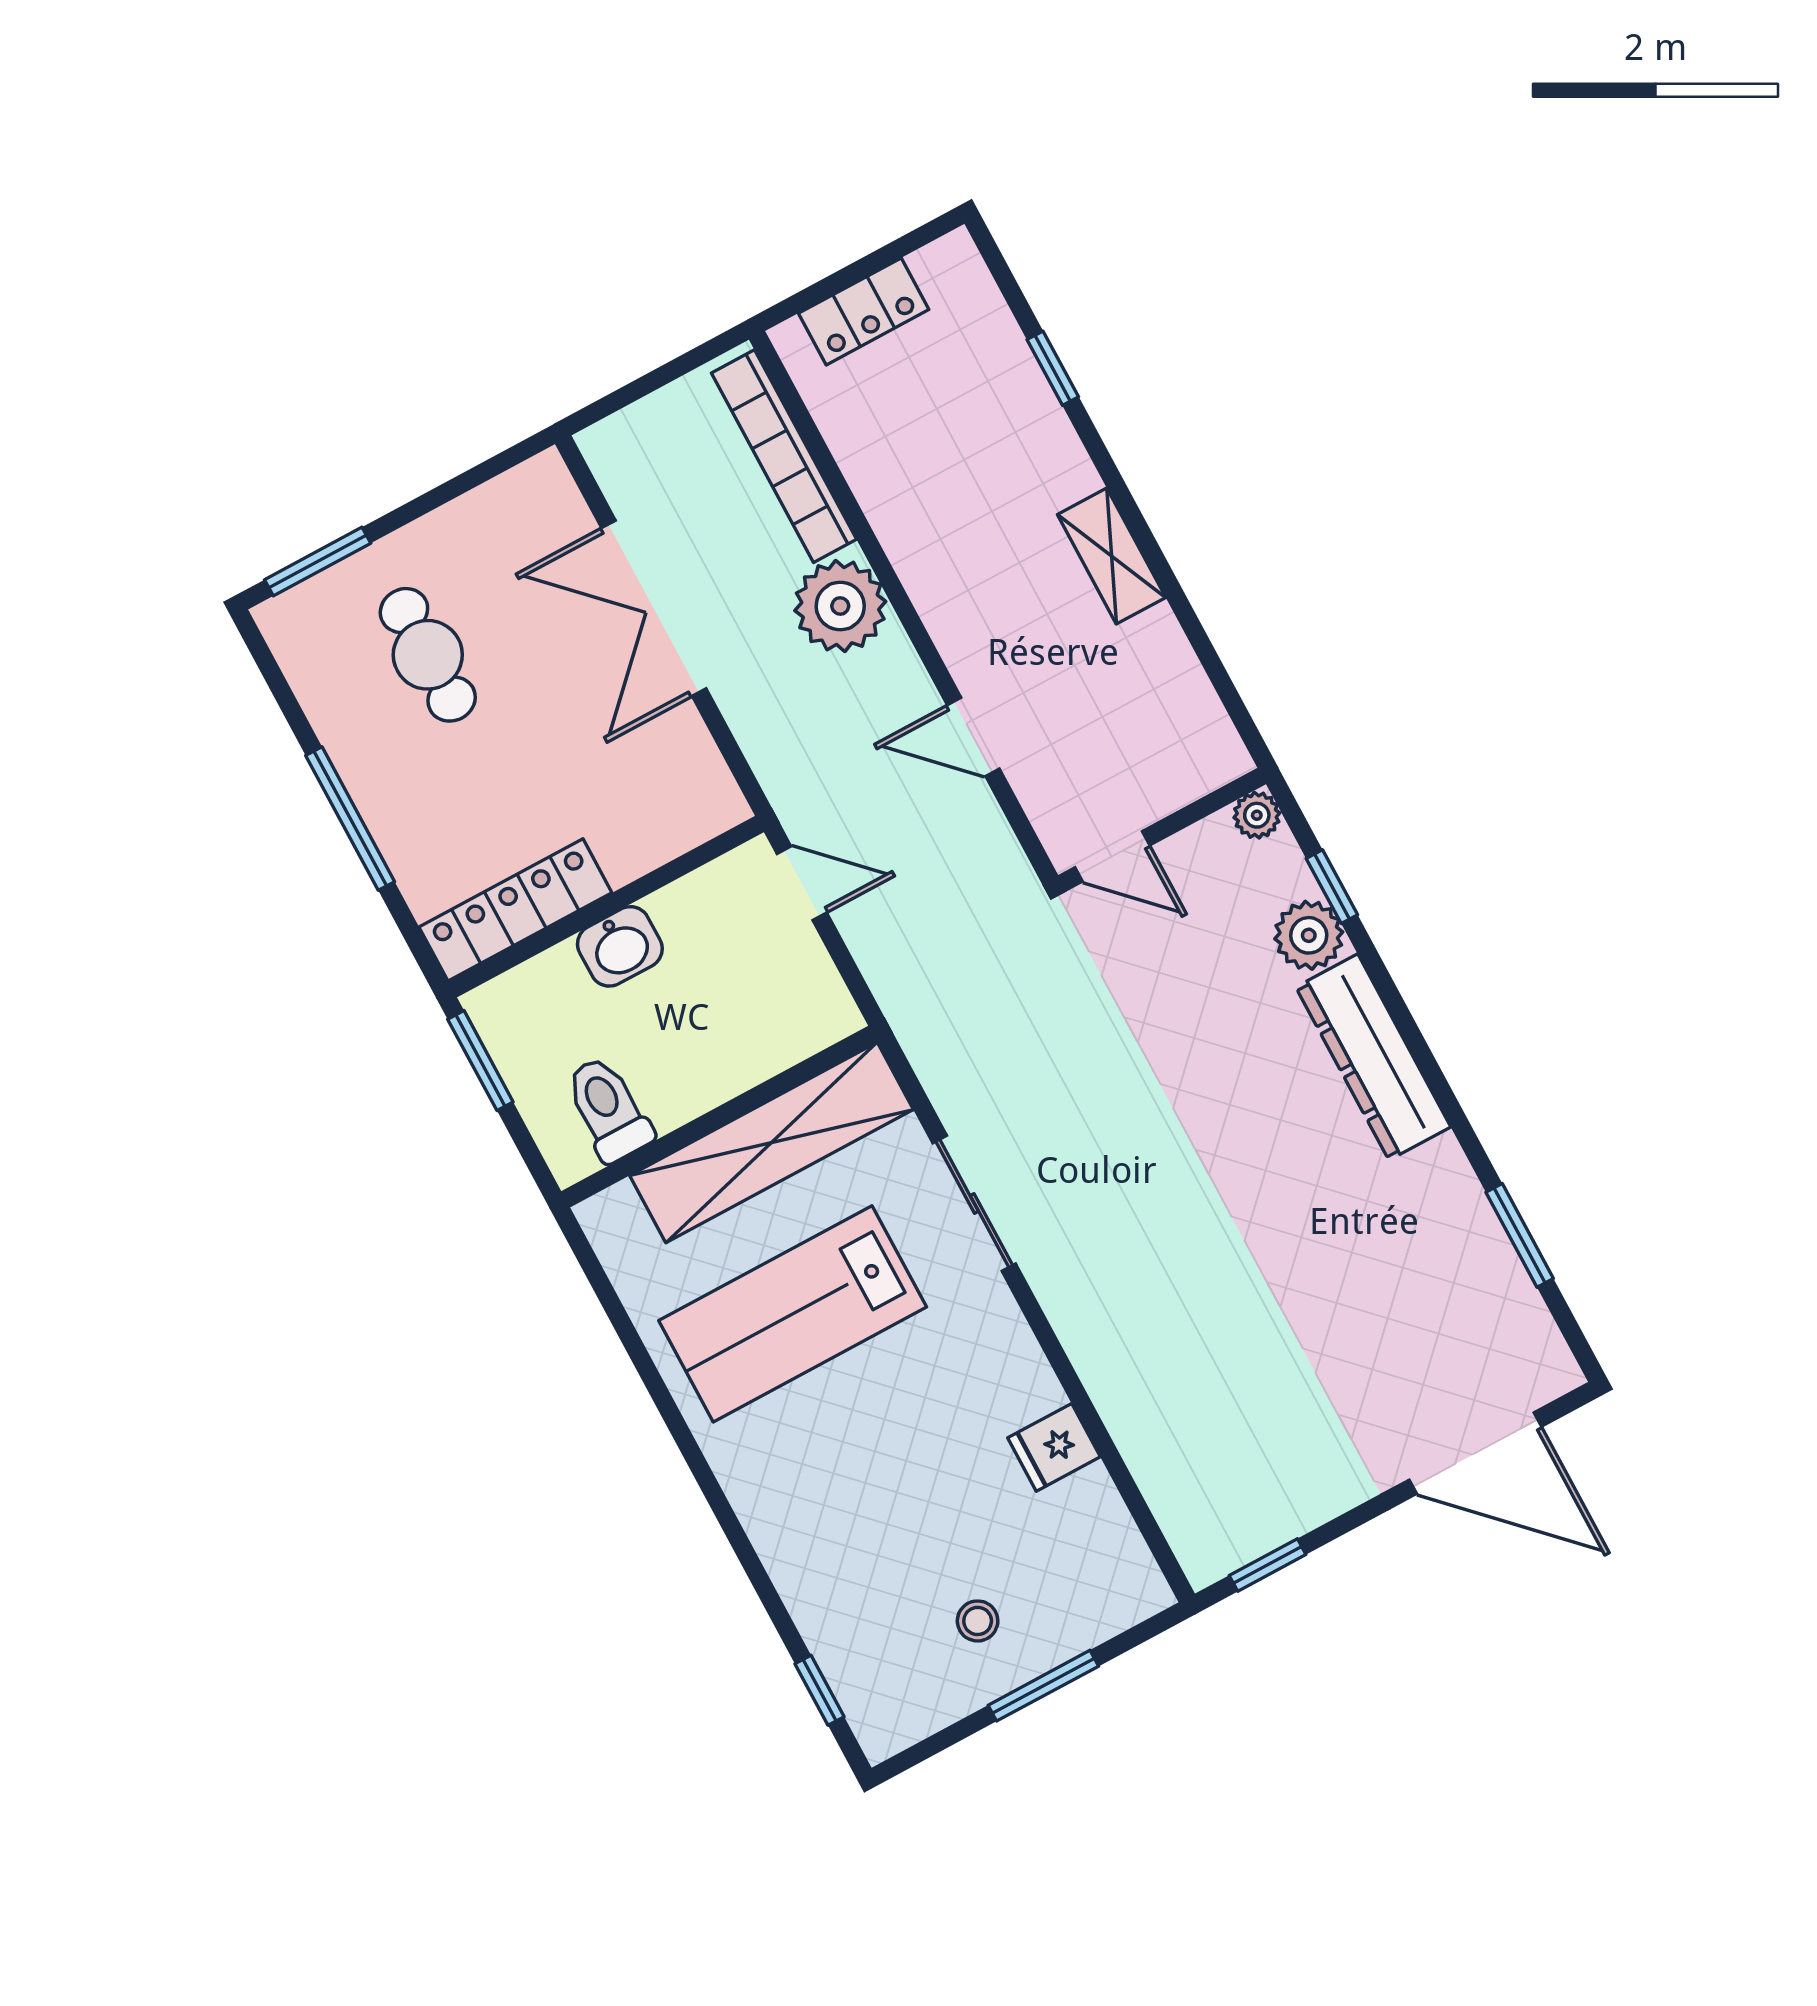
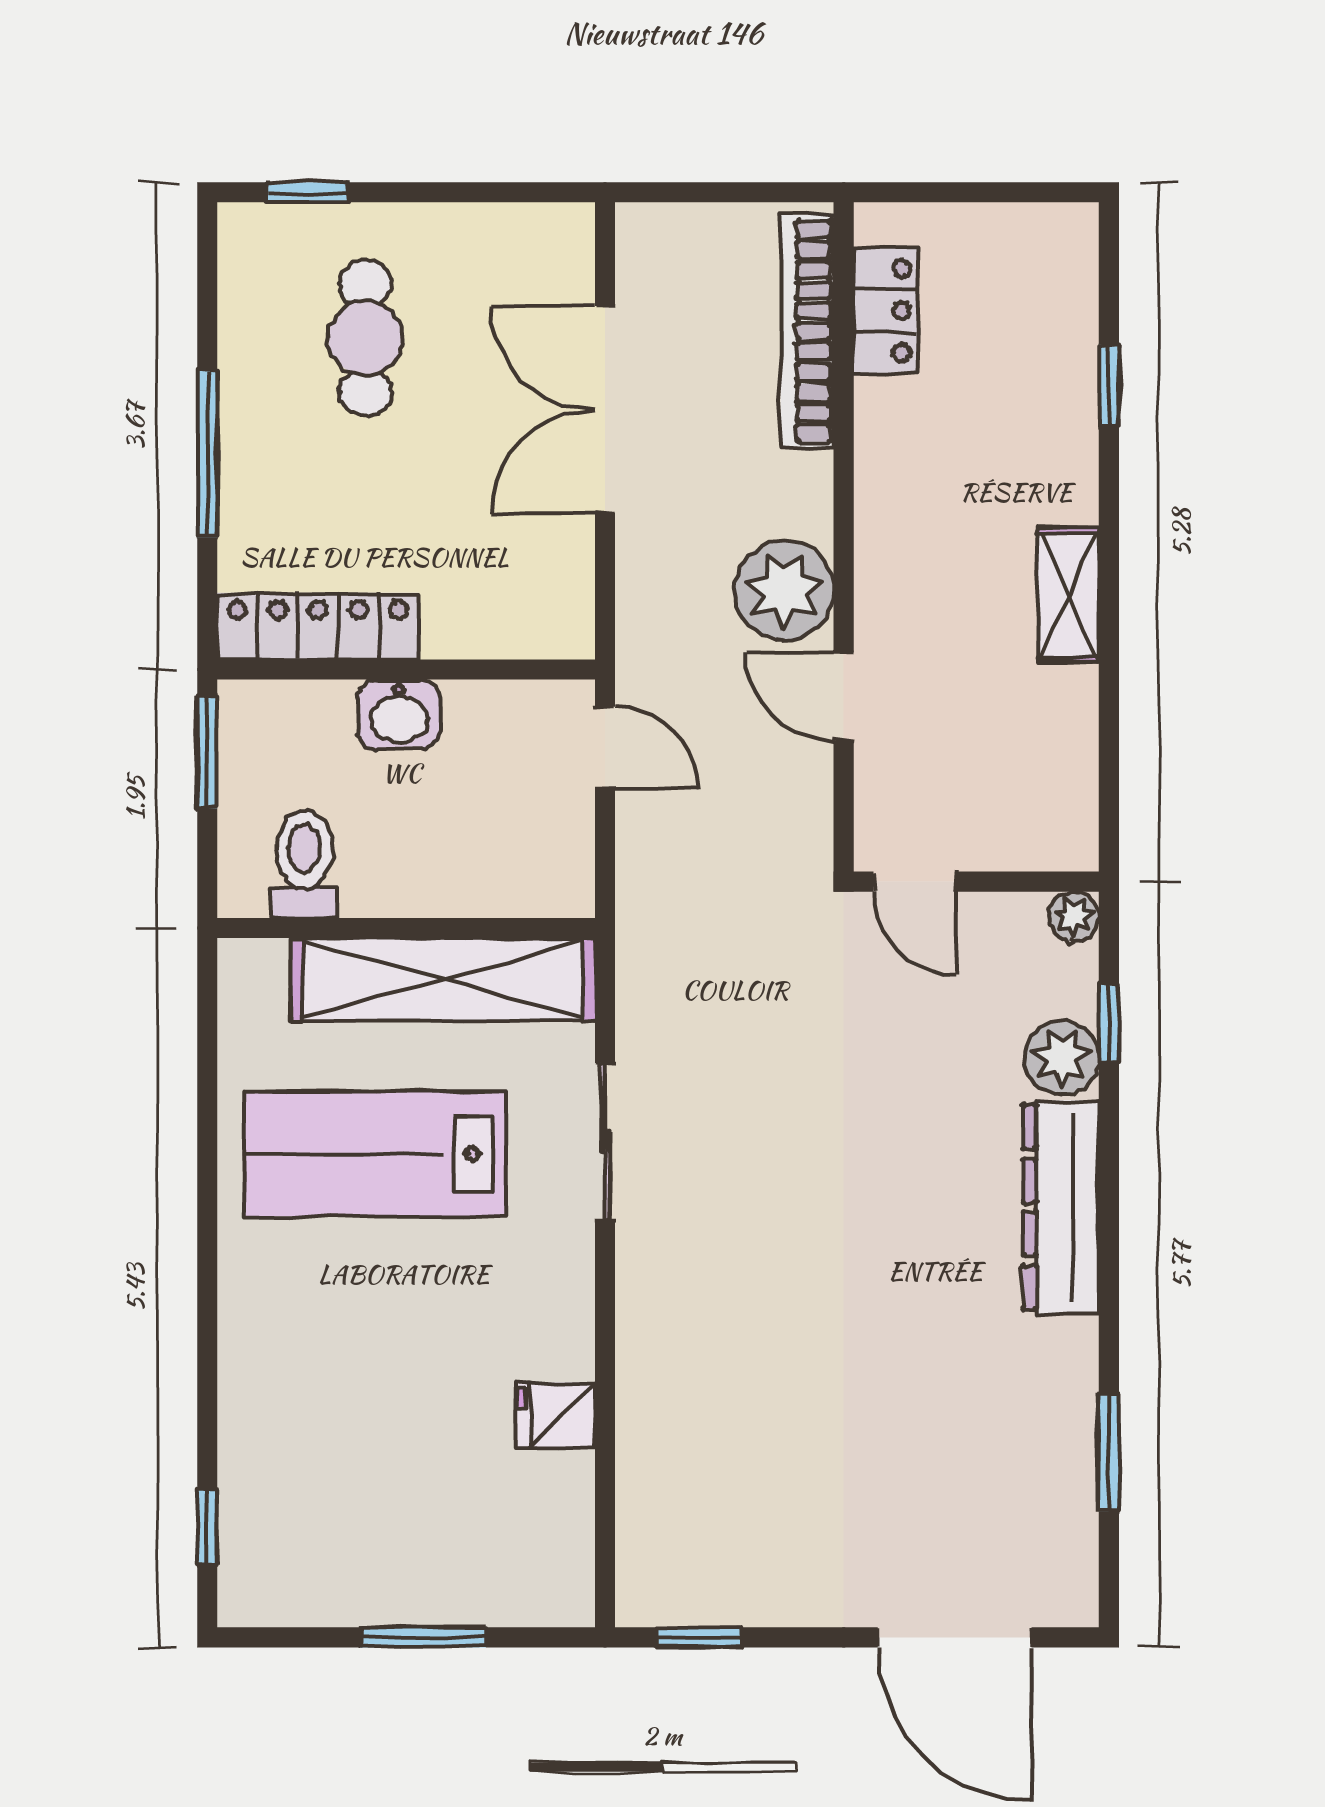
locker: (864, 311) -> (886, 311), moved, turned -90
window: (318, 561) -> (308, 192), width x0.67
plant: (840, 606) -> (784, 590), moved
stool: (978, 1621) -> (394, 1542), removed

